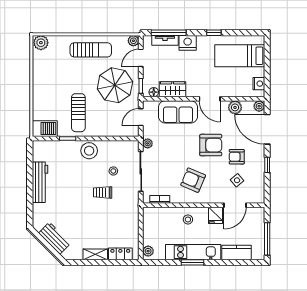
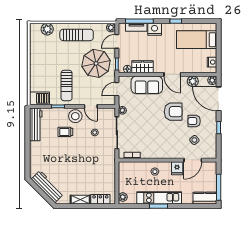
plant: (41, 43) -> (47, 29), moved
door: (108, 139) -> (91, 106), added
armchair: (193, 180) -> (159, 140), removed
workbench: (40, 182) -> (36, 124), moved
trolley: (103, 192) -> (65, 132), moved
workbench: (55, 238) -> (47, 187), width x1.38
kitchen counter: (236, 252) -> (205, 198), moved

